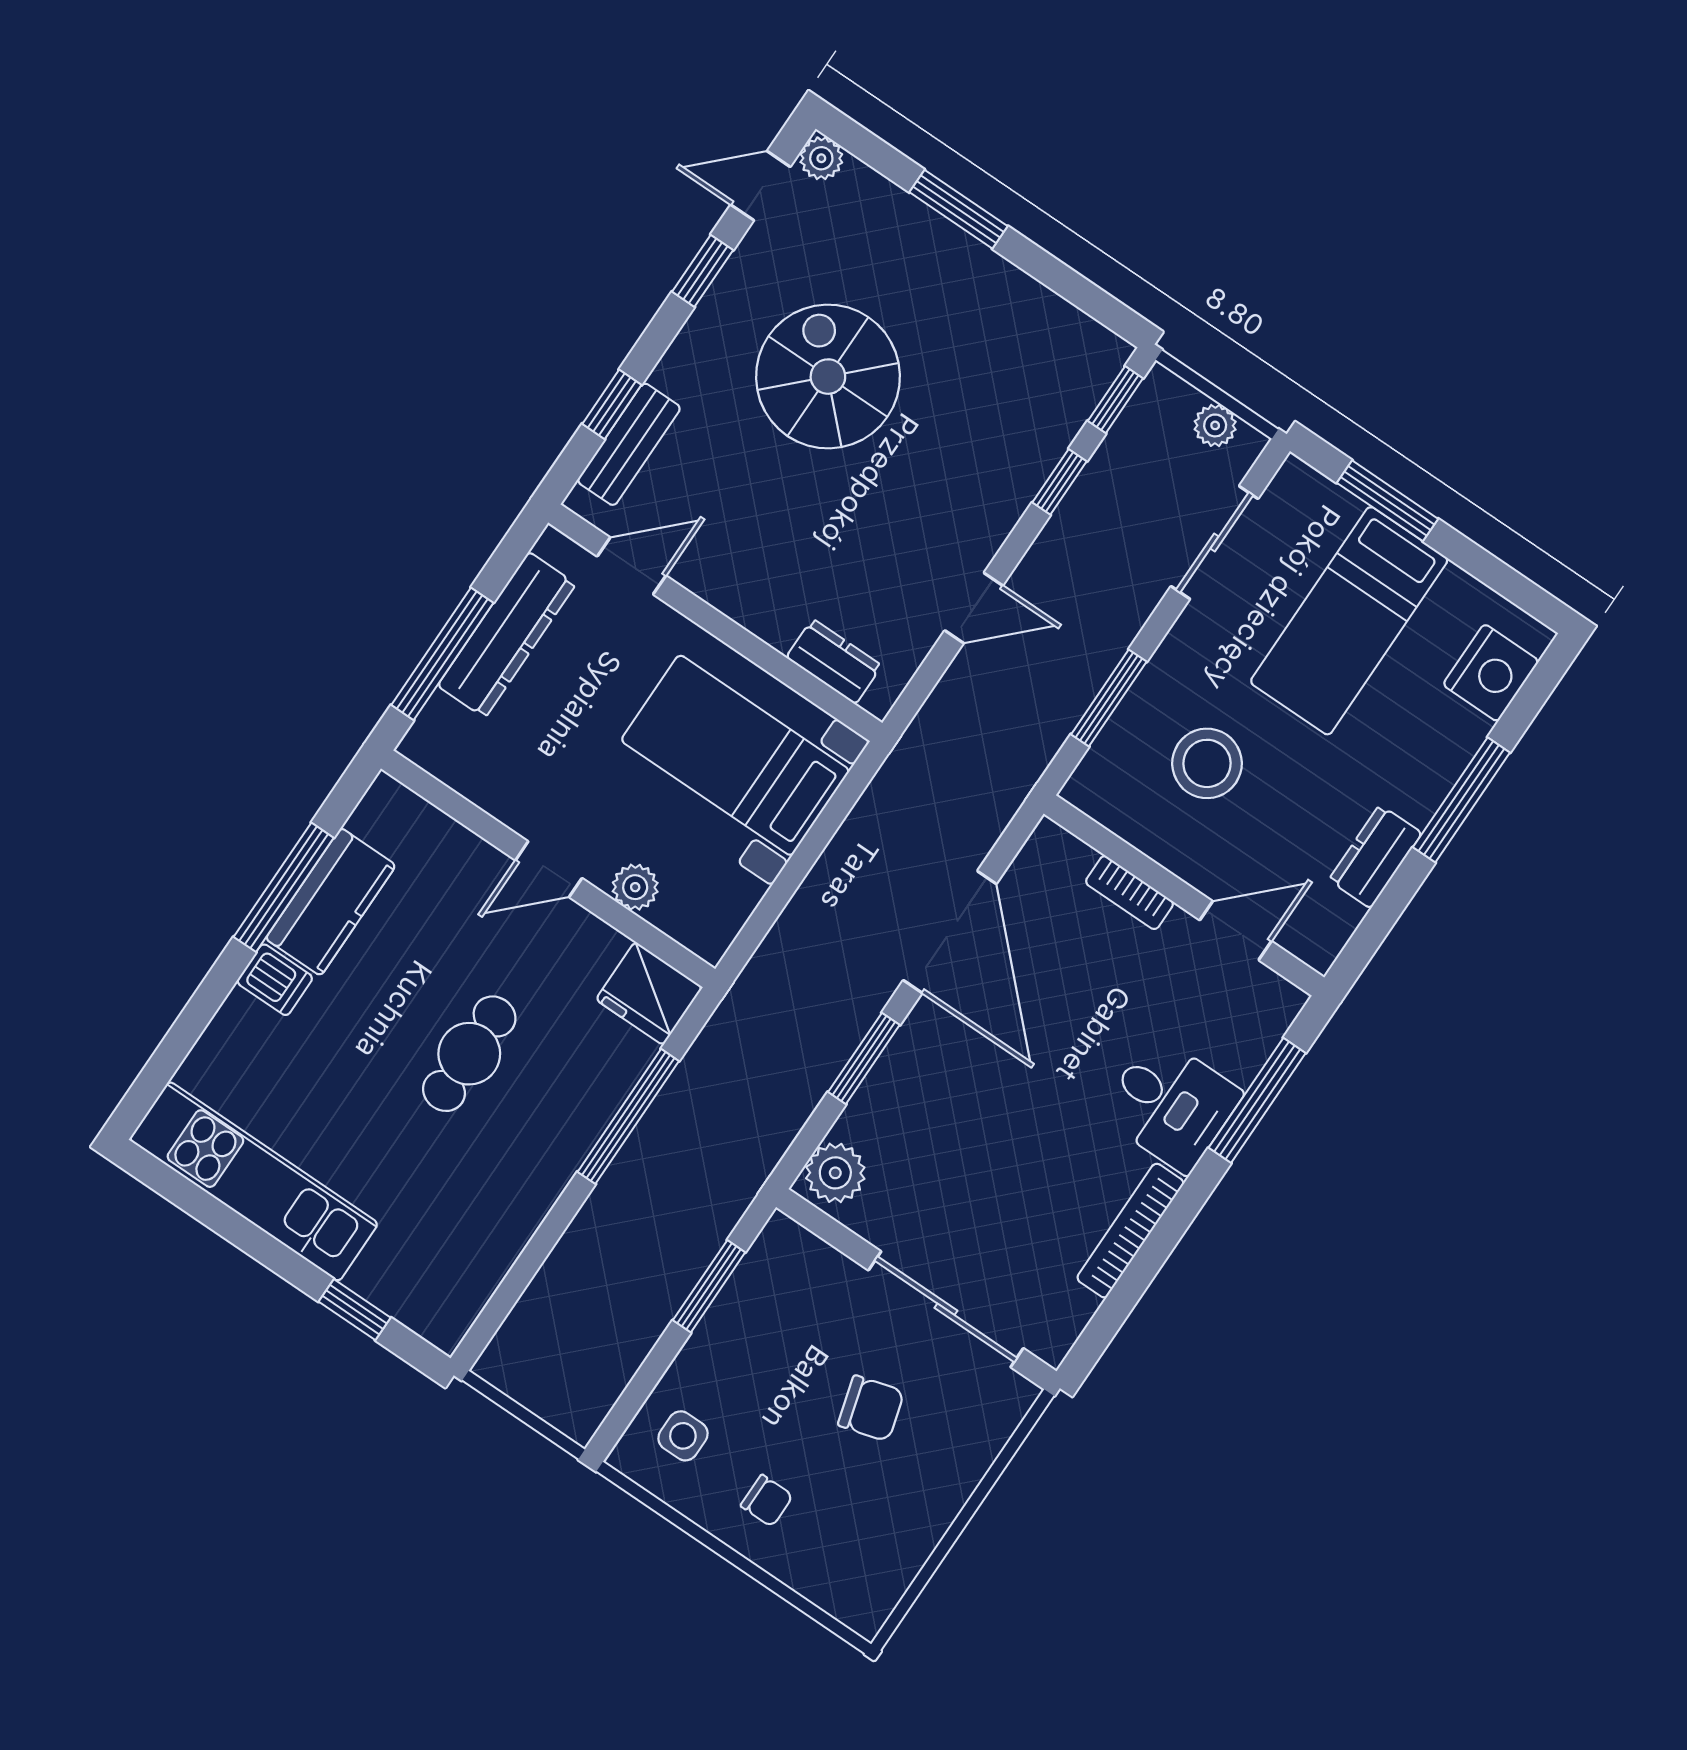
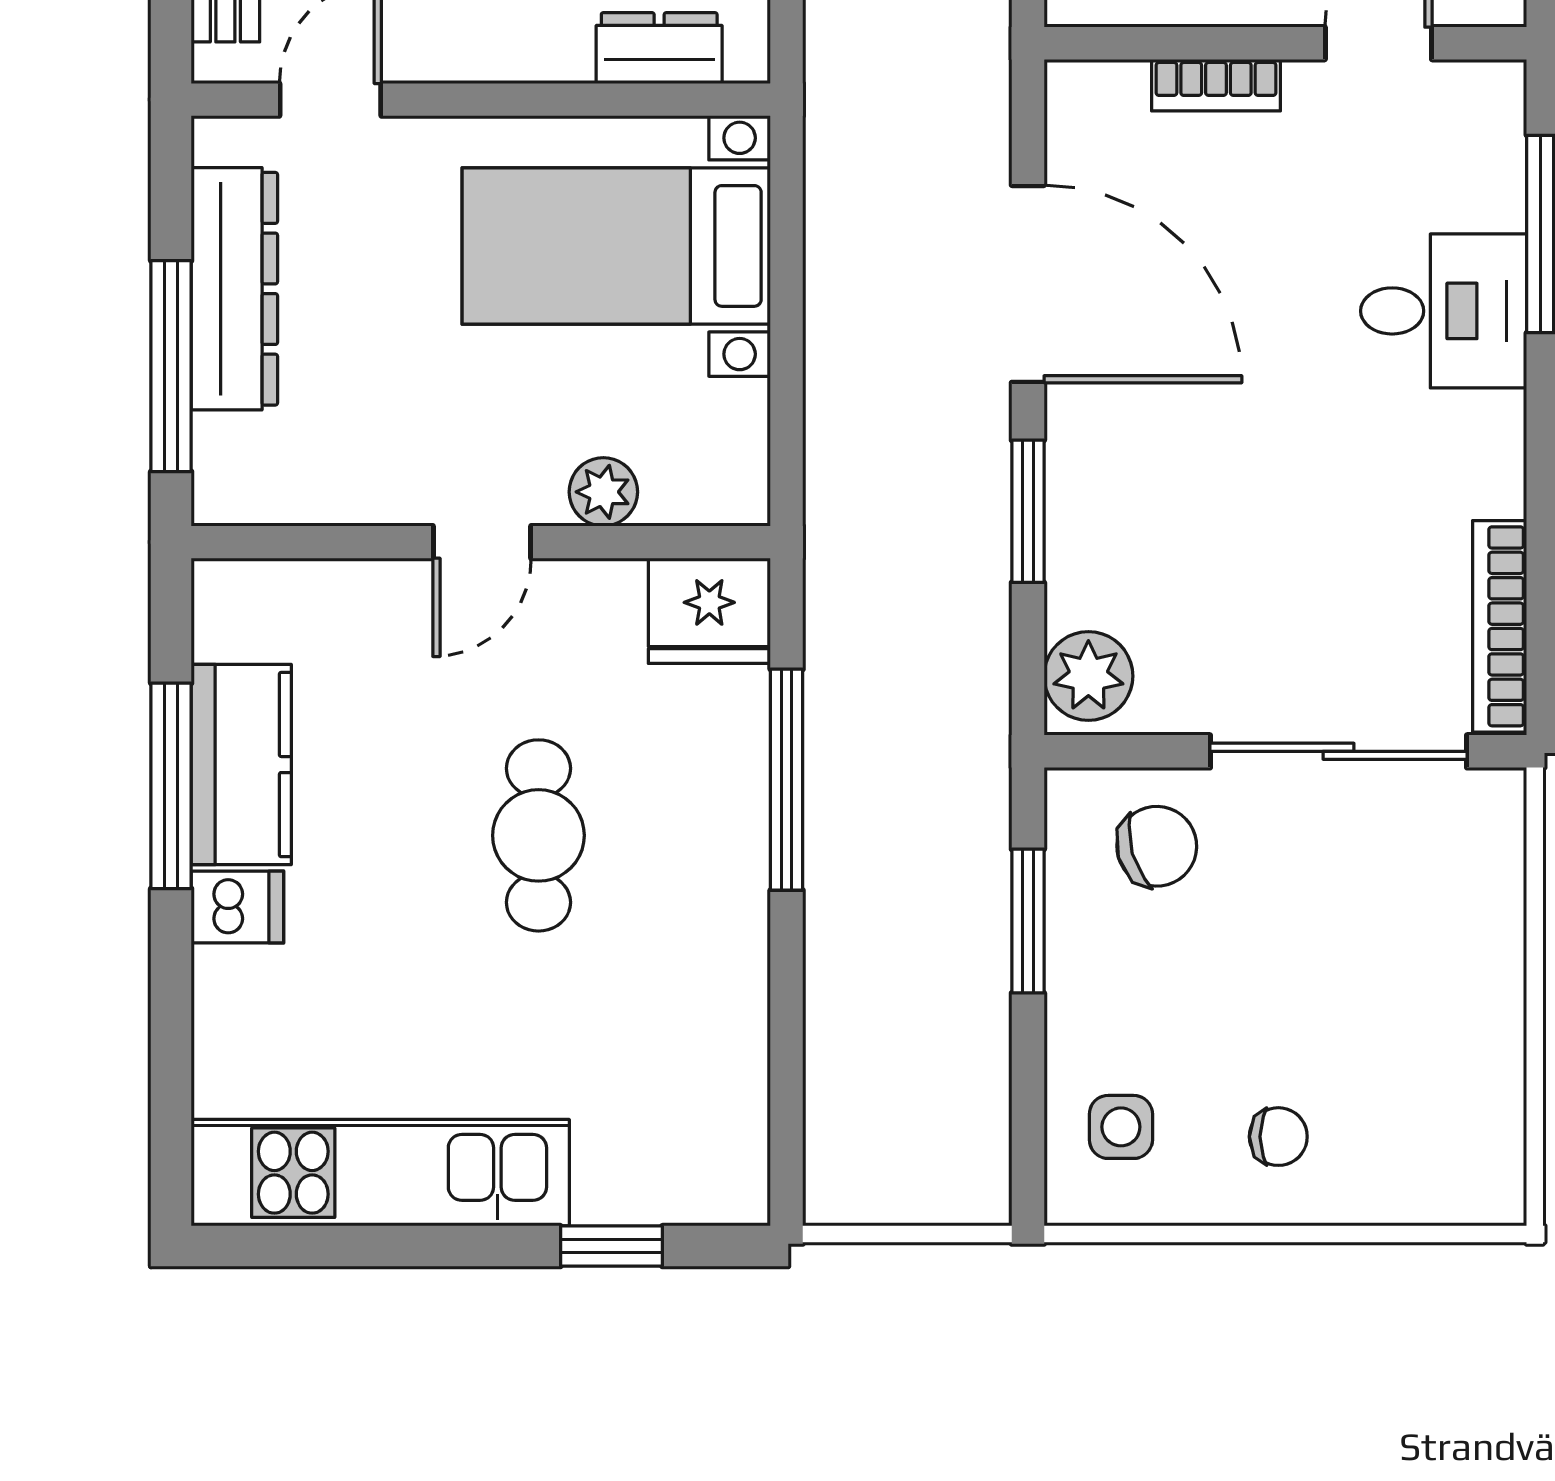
bookcase: (1130, 1231) -> (1500, 626), moved
chair: (871, 1408) -> (1157, 846), moved

